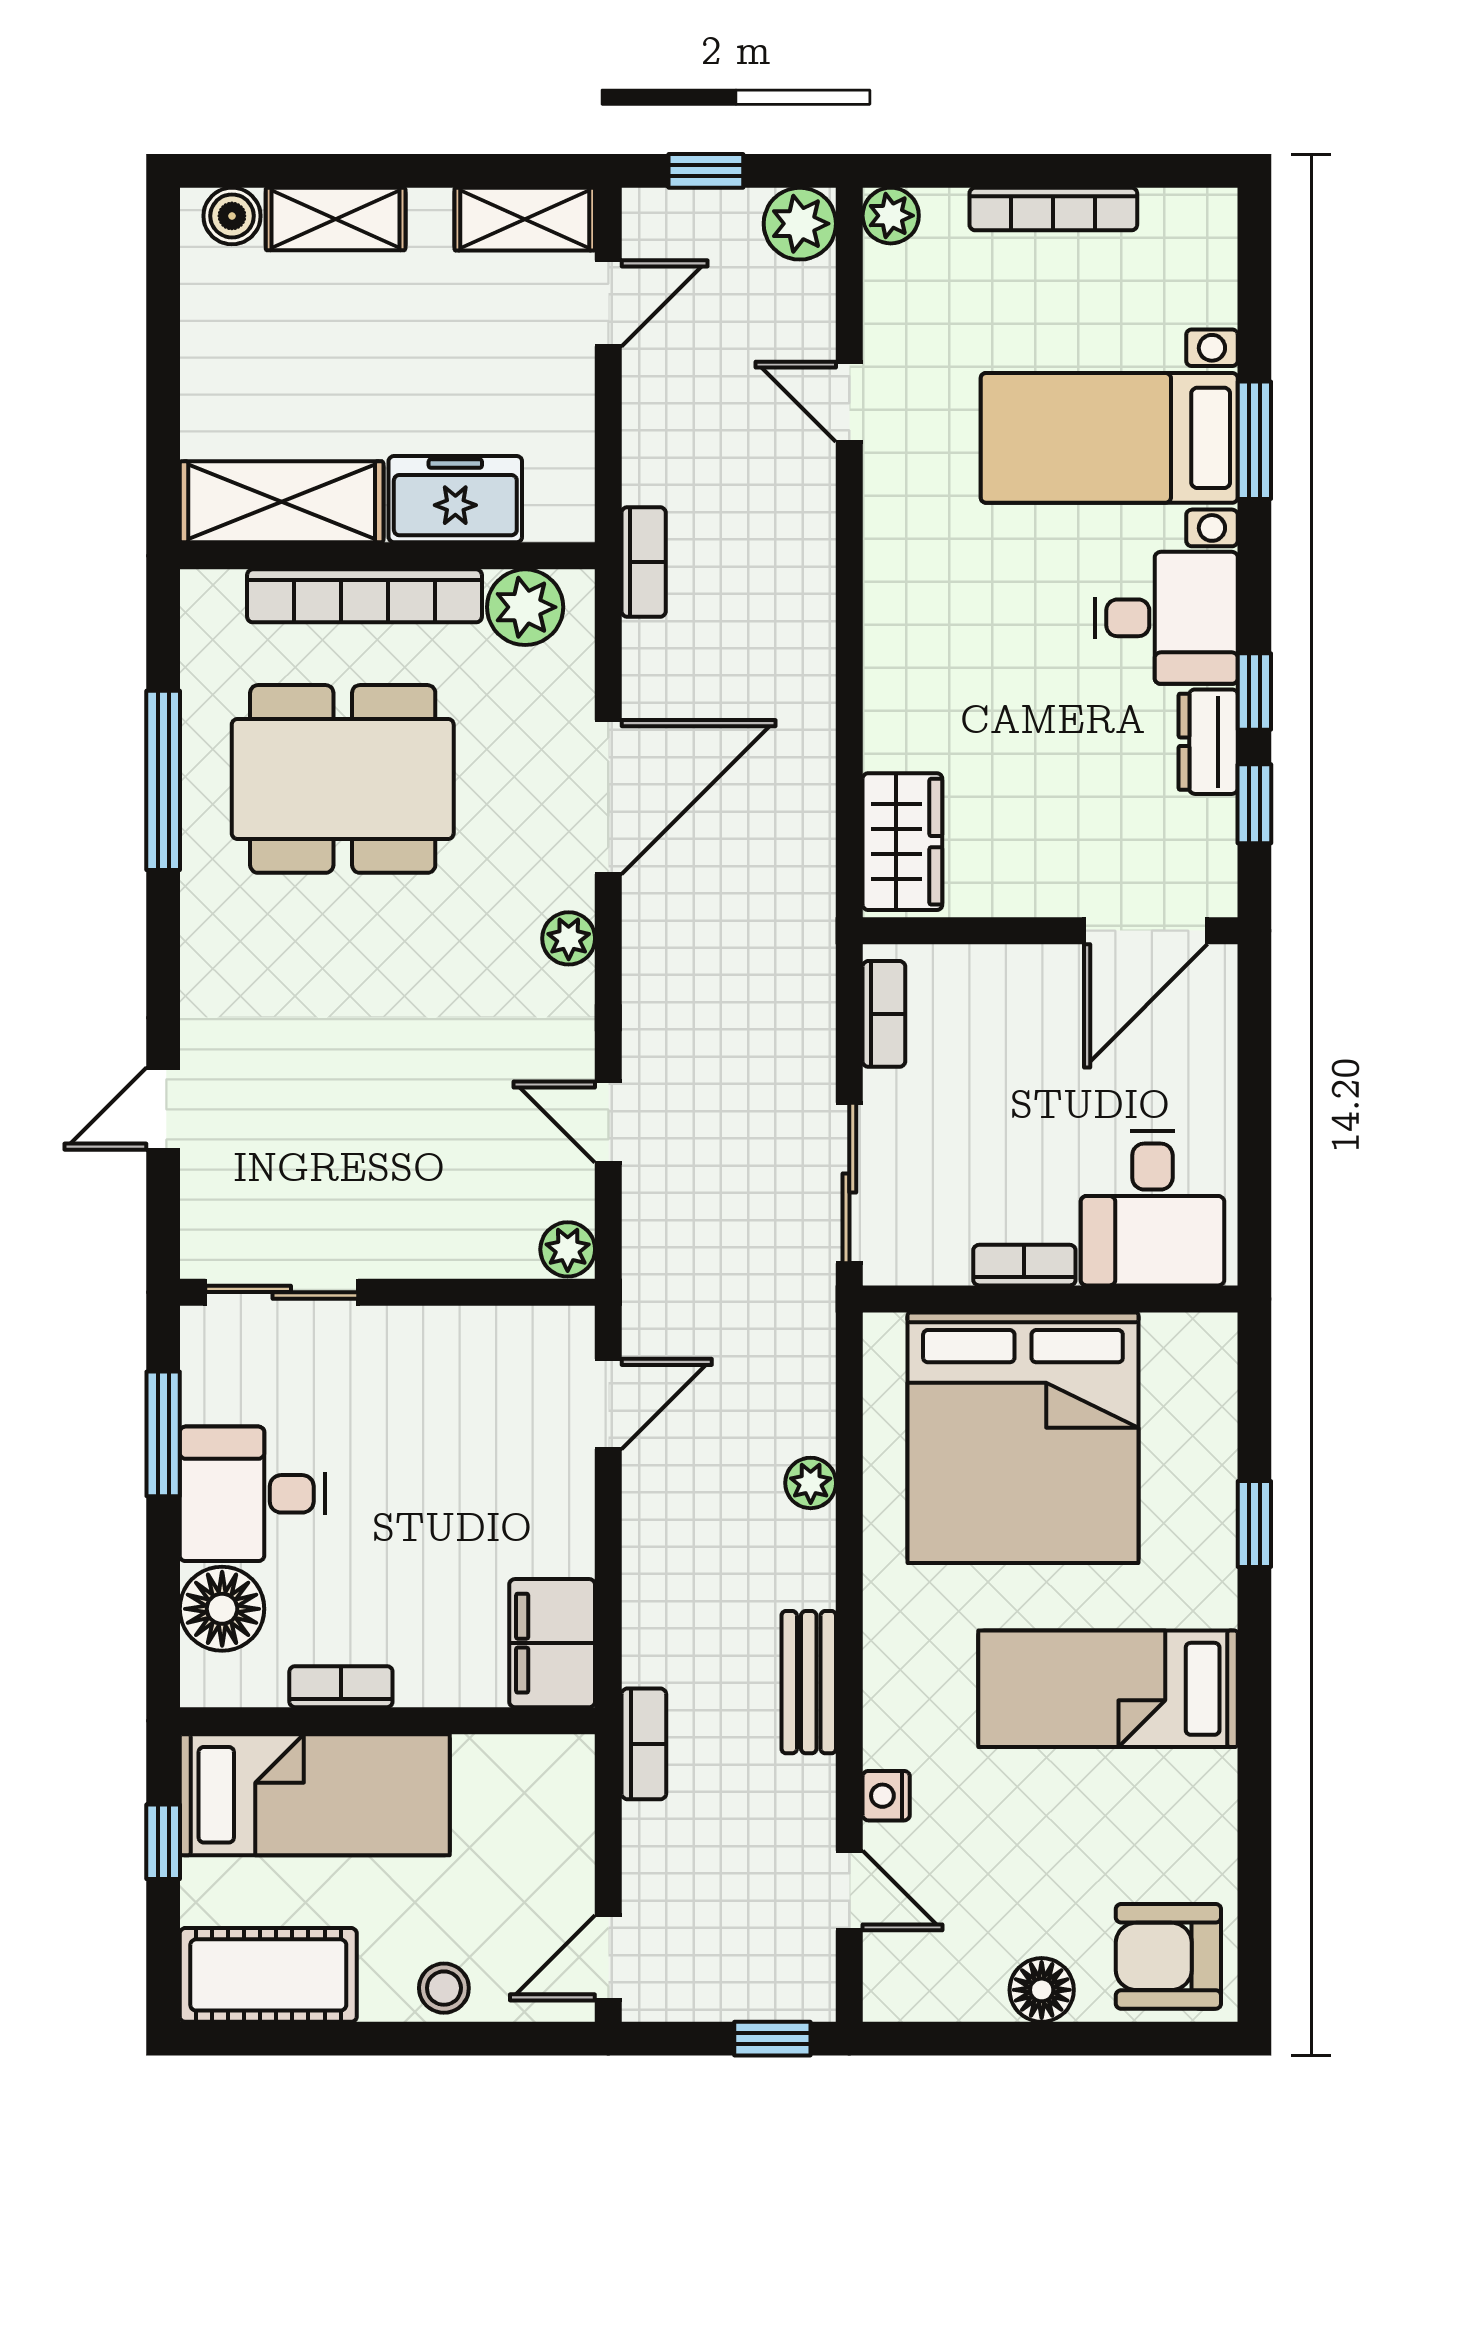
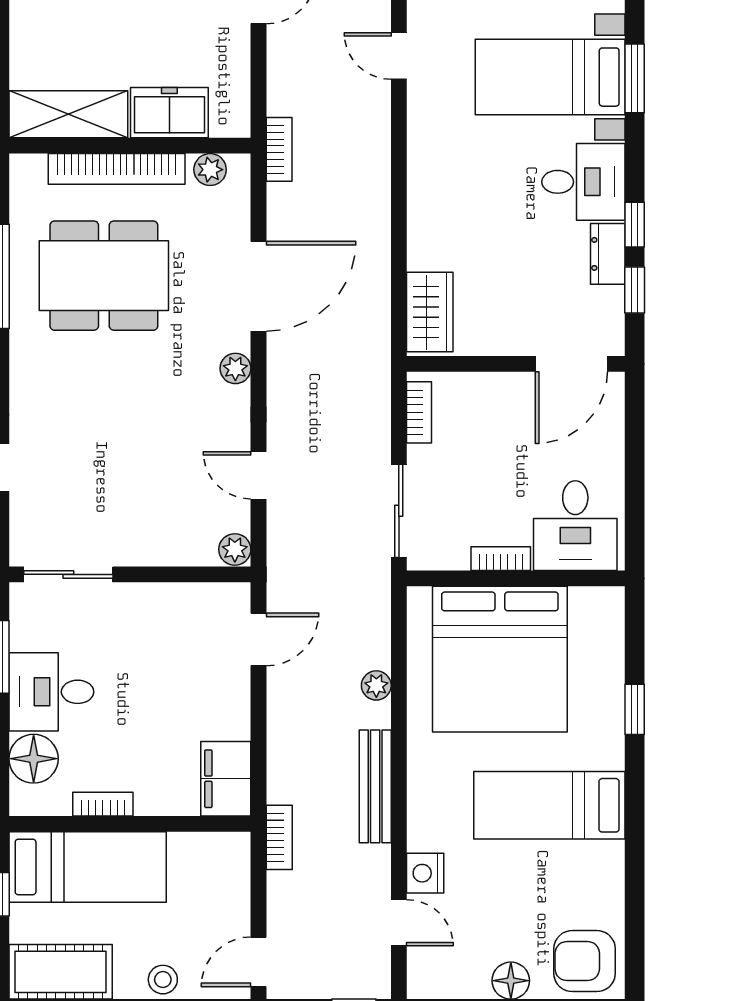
plant: (525, 607) -> (210, 170), width x0.73, depth x0.73
bench: (809, 1682) -> (375, 786), width x1.36
nightstand: (886, 1796) -> (425, 873), width x1.39, depth x1.35

